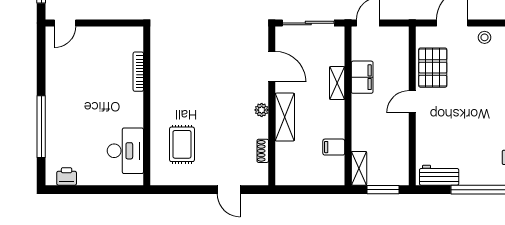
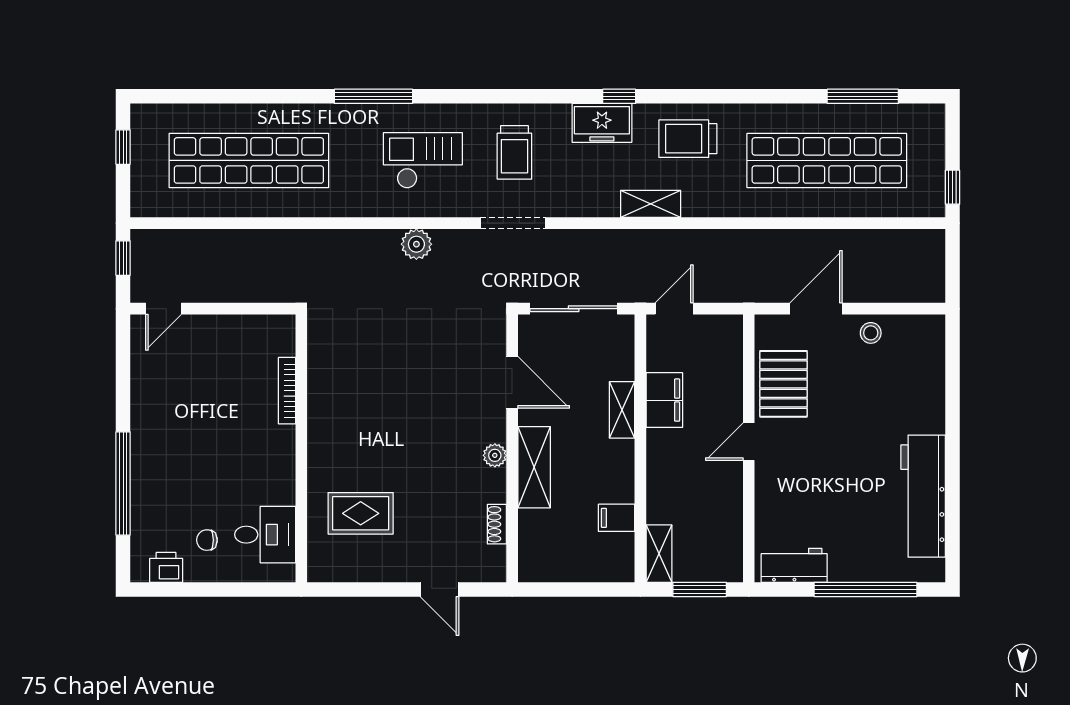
rug: (182, 144) -> (361, 513), turned 90
desk: (125, 151) -> (265, 535), width x0.73
chair: (91, 160) -> (207, 540), added

